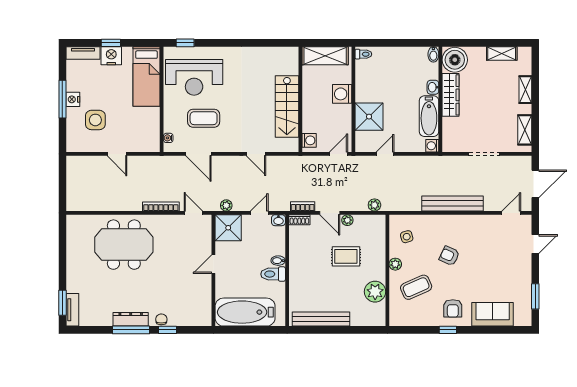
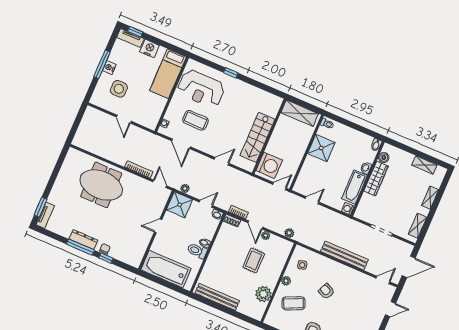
window: (111, 43) -> (135, 32), moved
window: (185, 43) -> (231, 73), moved
boiler: (455, 60) -> (384, 158), width x0.54, depth x0.54
washing machine: (342, 94) -> (300, 145), removed
shower: (369, 117) -> (321, 148), moved
washing machine: (309, 140) -> (269, 165), width x1.89, depth x1.89
door: (256, 154) -> (221, 161), swing flipped
rug: (346, 256) -> (254, 260), turned 90

